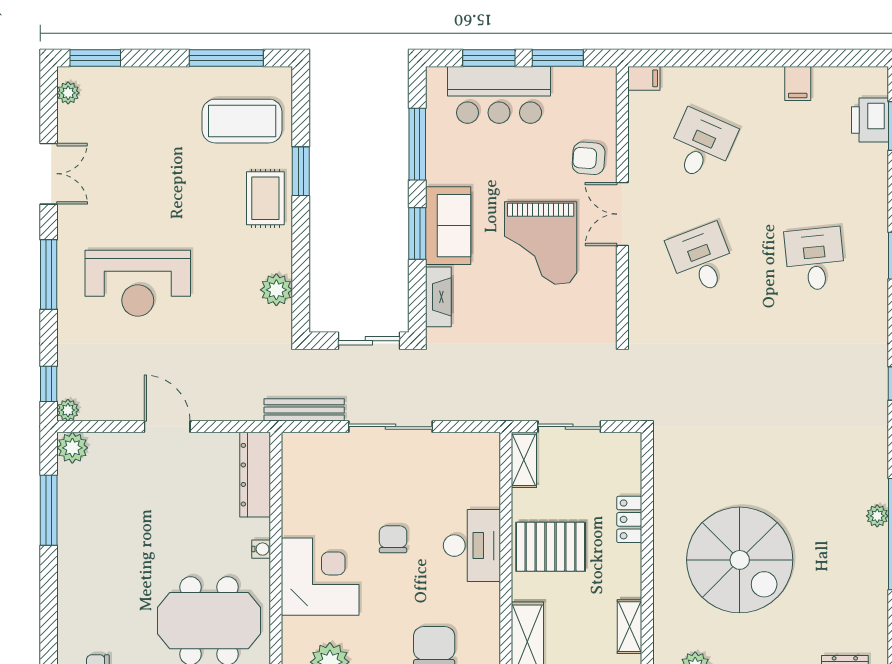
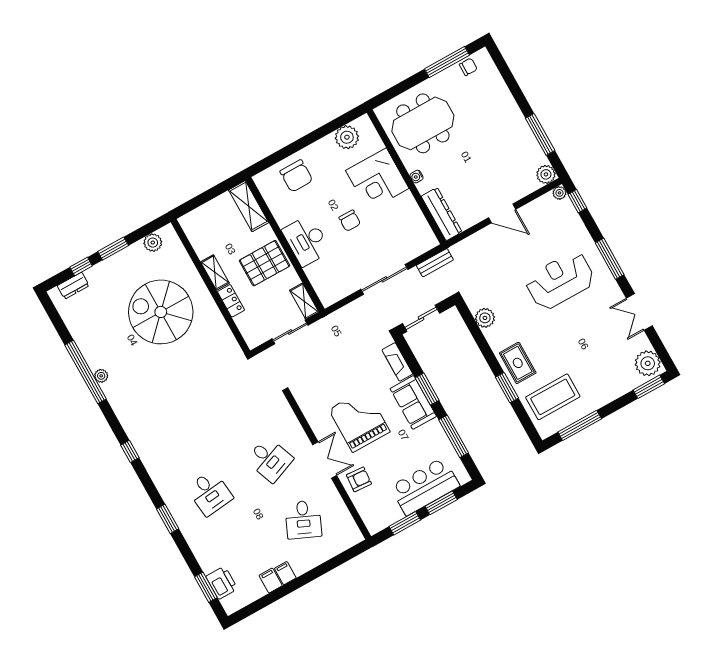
filing cabinet: (644, 78) -> (285, 573), moved, turned 90
plant: (68, 93) -> (648, 363), width x1.87, depth x1.87
bench: (304, 410) -> (435, 263), width x0.73
shelving: (630, 627) -> (215, 272), moved

